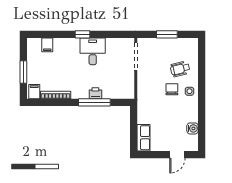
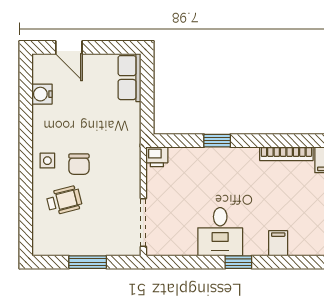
filing cabinet: (47, 45) -> (278, 243), moved
printer: (95, 93) -> (157, 157), moved
window: (94, 102) -> (217, 141), width x0.46
door: (177, 155) -> (69, 47), swing flipped

